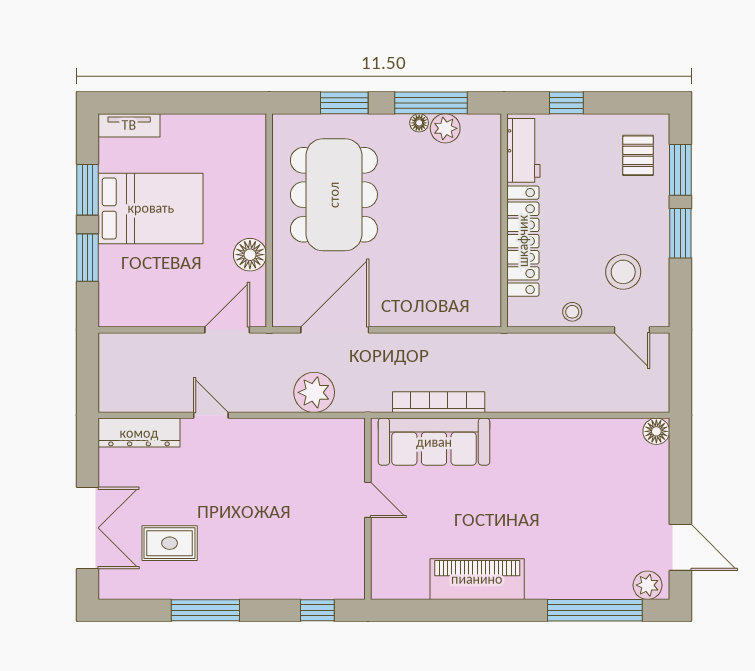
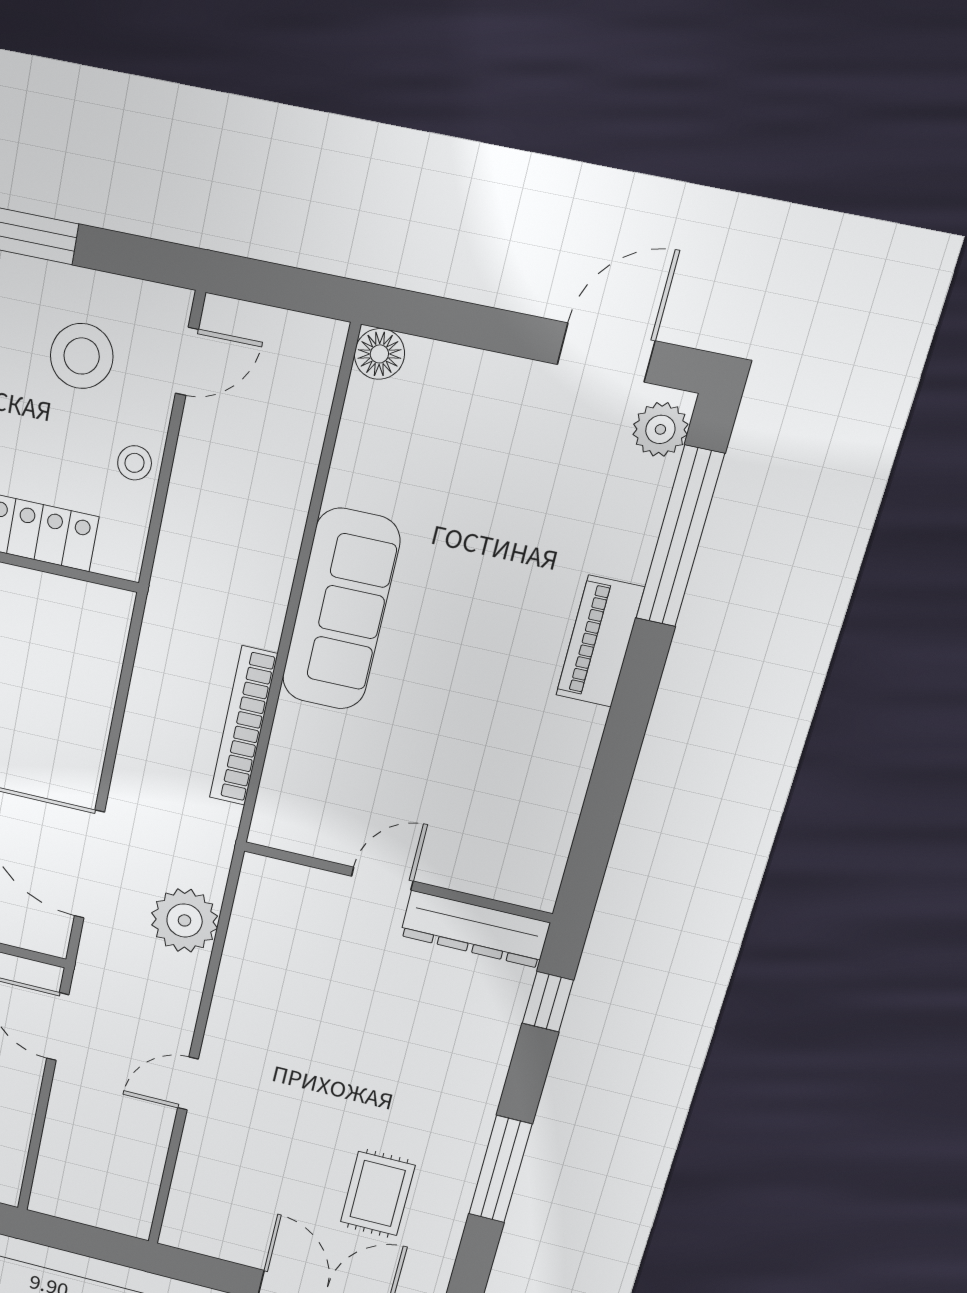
dresser: (139, 433) -> (475, 929), moved, turned 90
sofa: (434, 442) -> (341, 610), moved
piano: (477, 579) -> (600, 641), moved, width x0.73, depth x0.75

